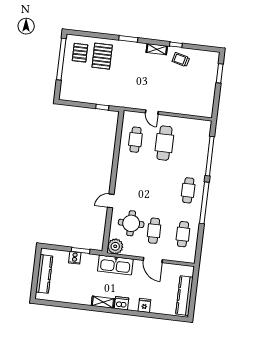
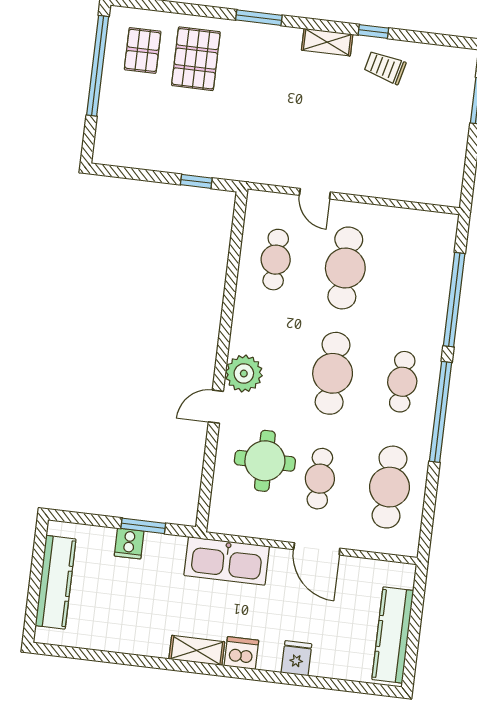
cafe table: (159, 187) -> (333, 373), added
cafe table: (183, 234) -> (389, 487), width x1.37, depth x1.35
plant: (115, 246) -> (244, 374), moved

